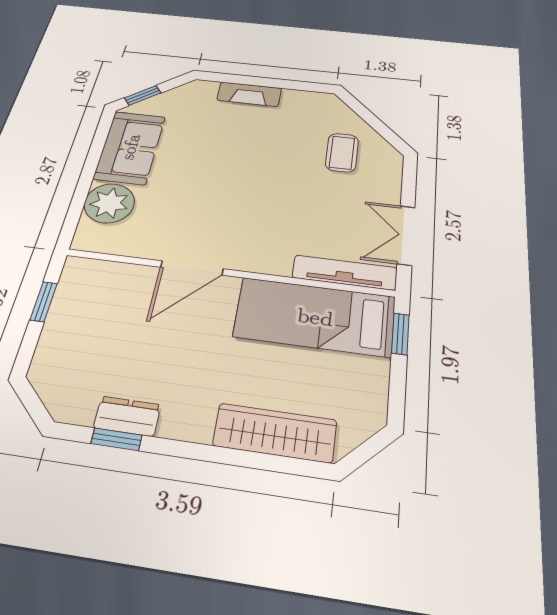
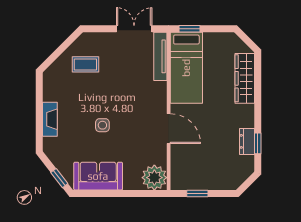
side table: (223, 164) -> (102, 125), added
plant: (109, 203) -> (154, 178), moved
double door: (406, 235) -> (134, 29), swing flipped

